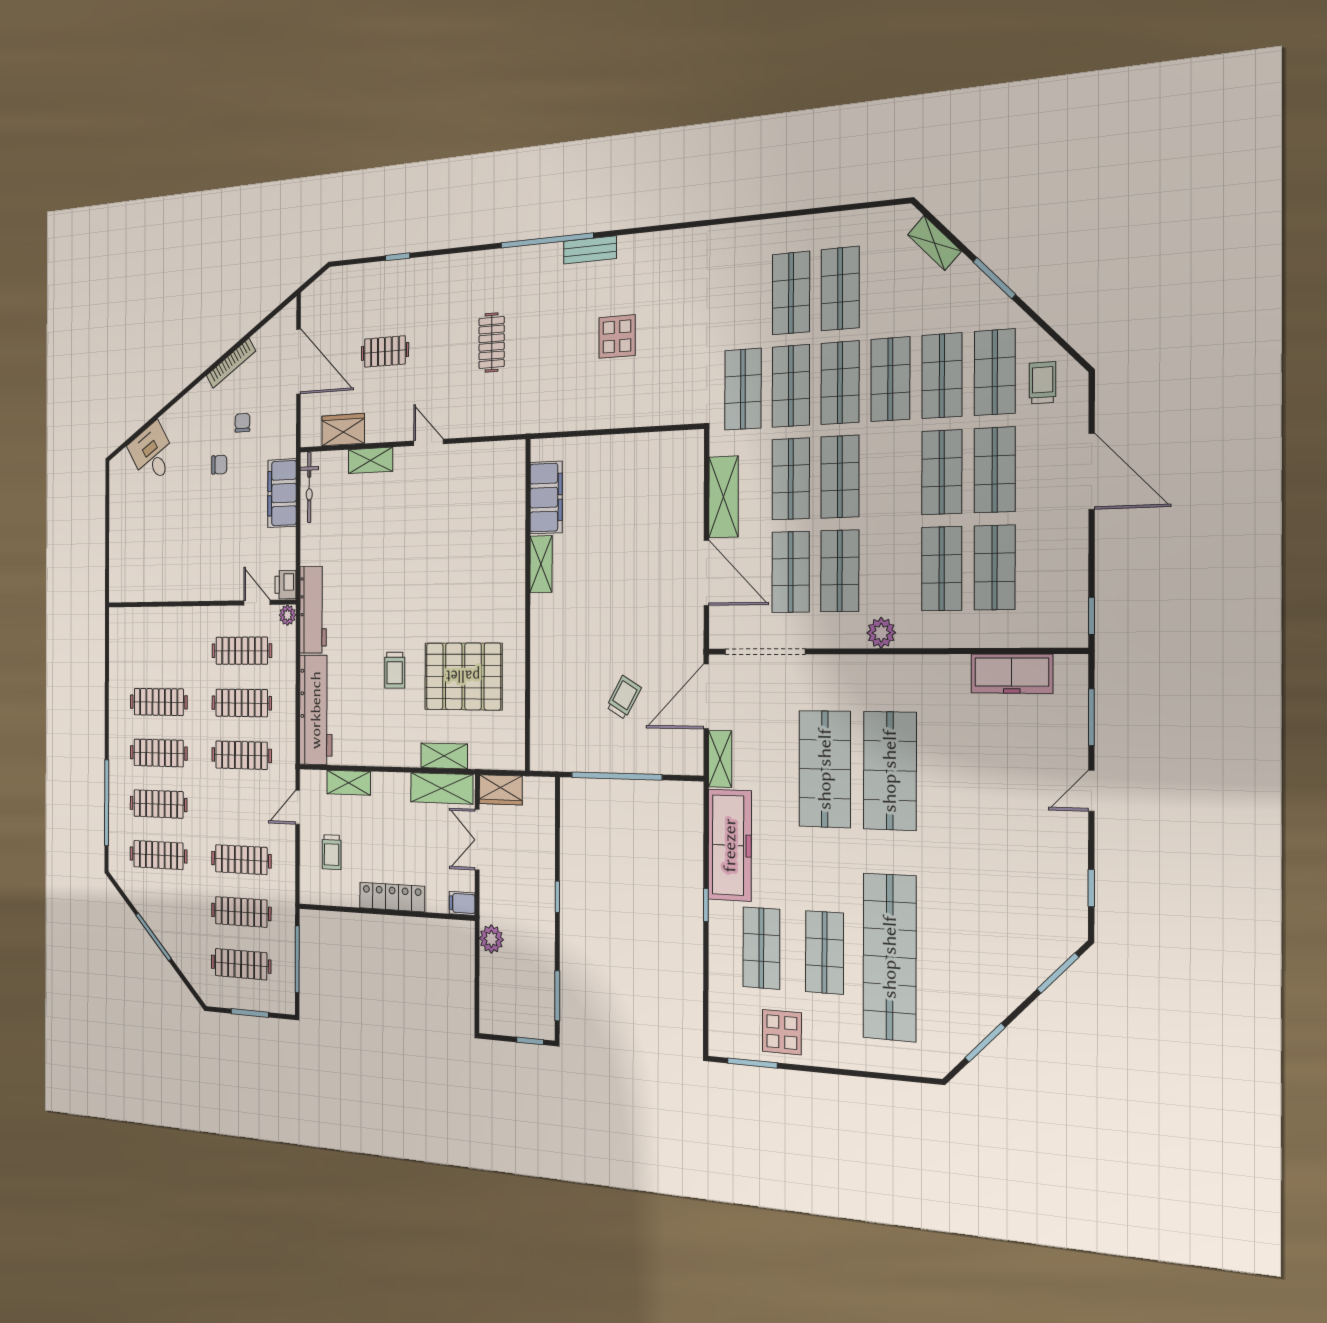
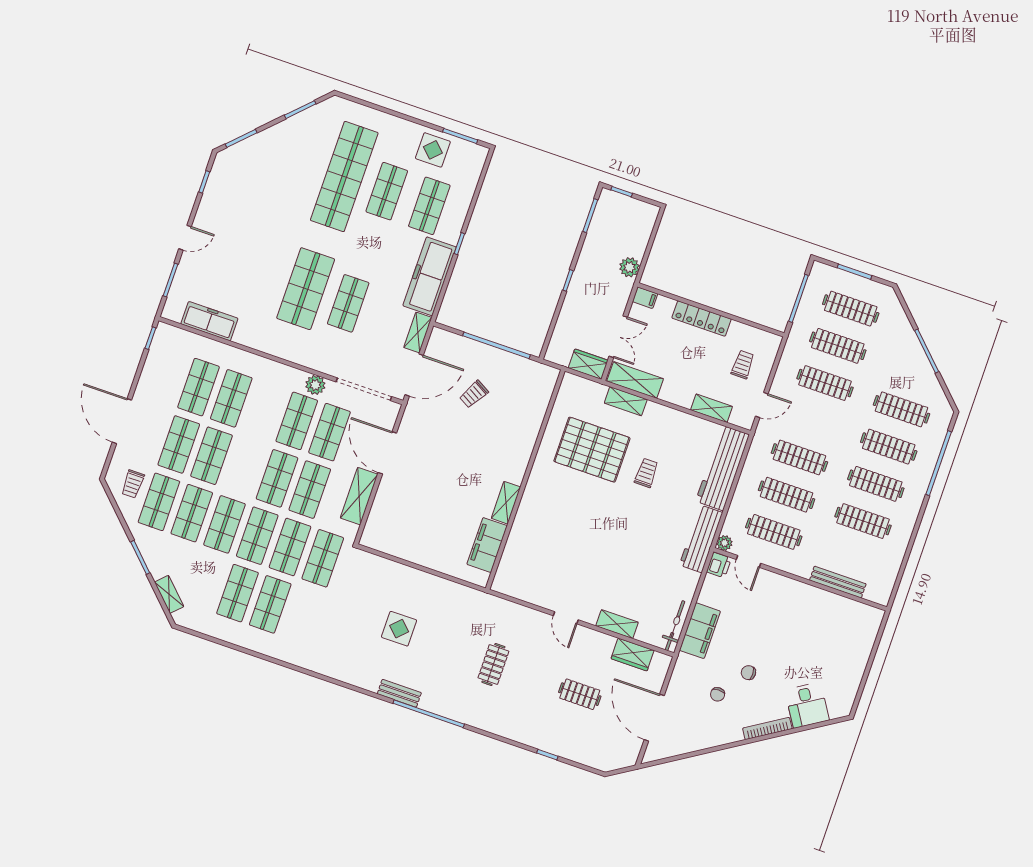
bookcase: (231, 363) -> (767, 728), moved
bench: (163, 617) -> (838, 582), added
plant: (881, 633) -> (315, 385), moved
shop shelf: (825, 769) -> (348, 303), width x0.70, depth x0.74

